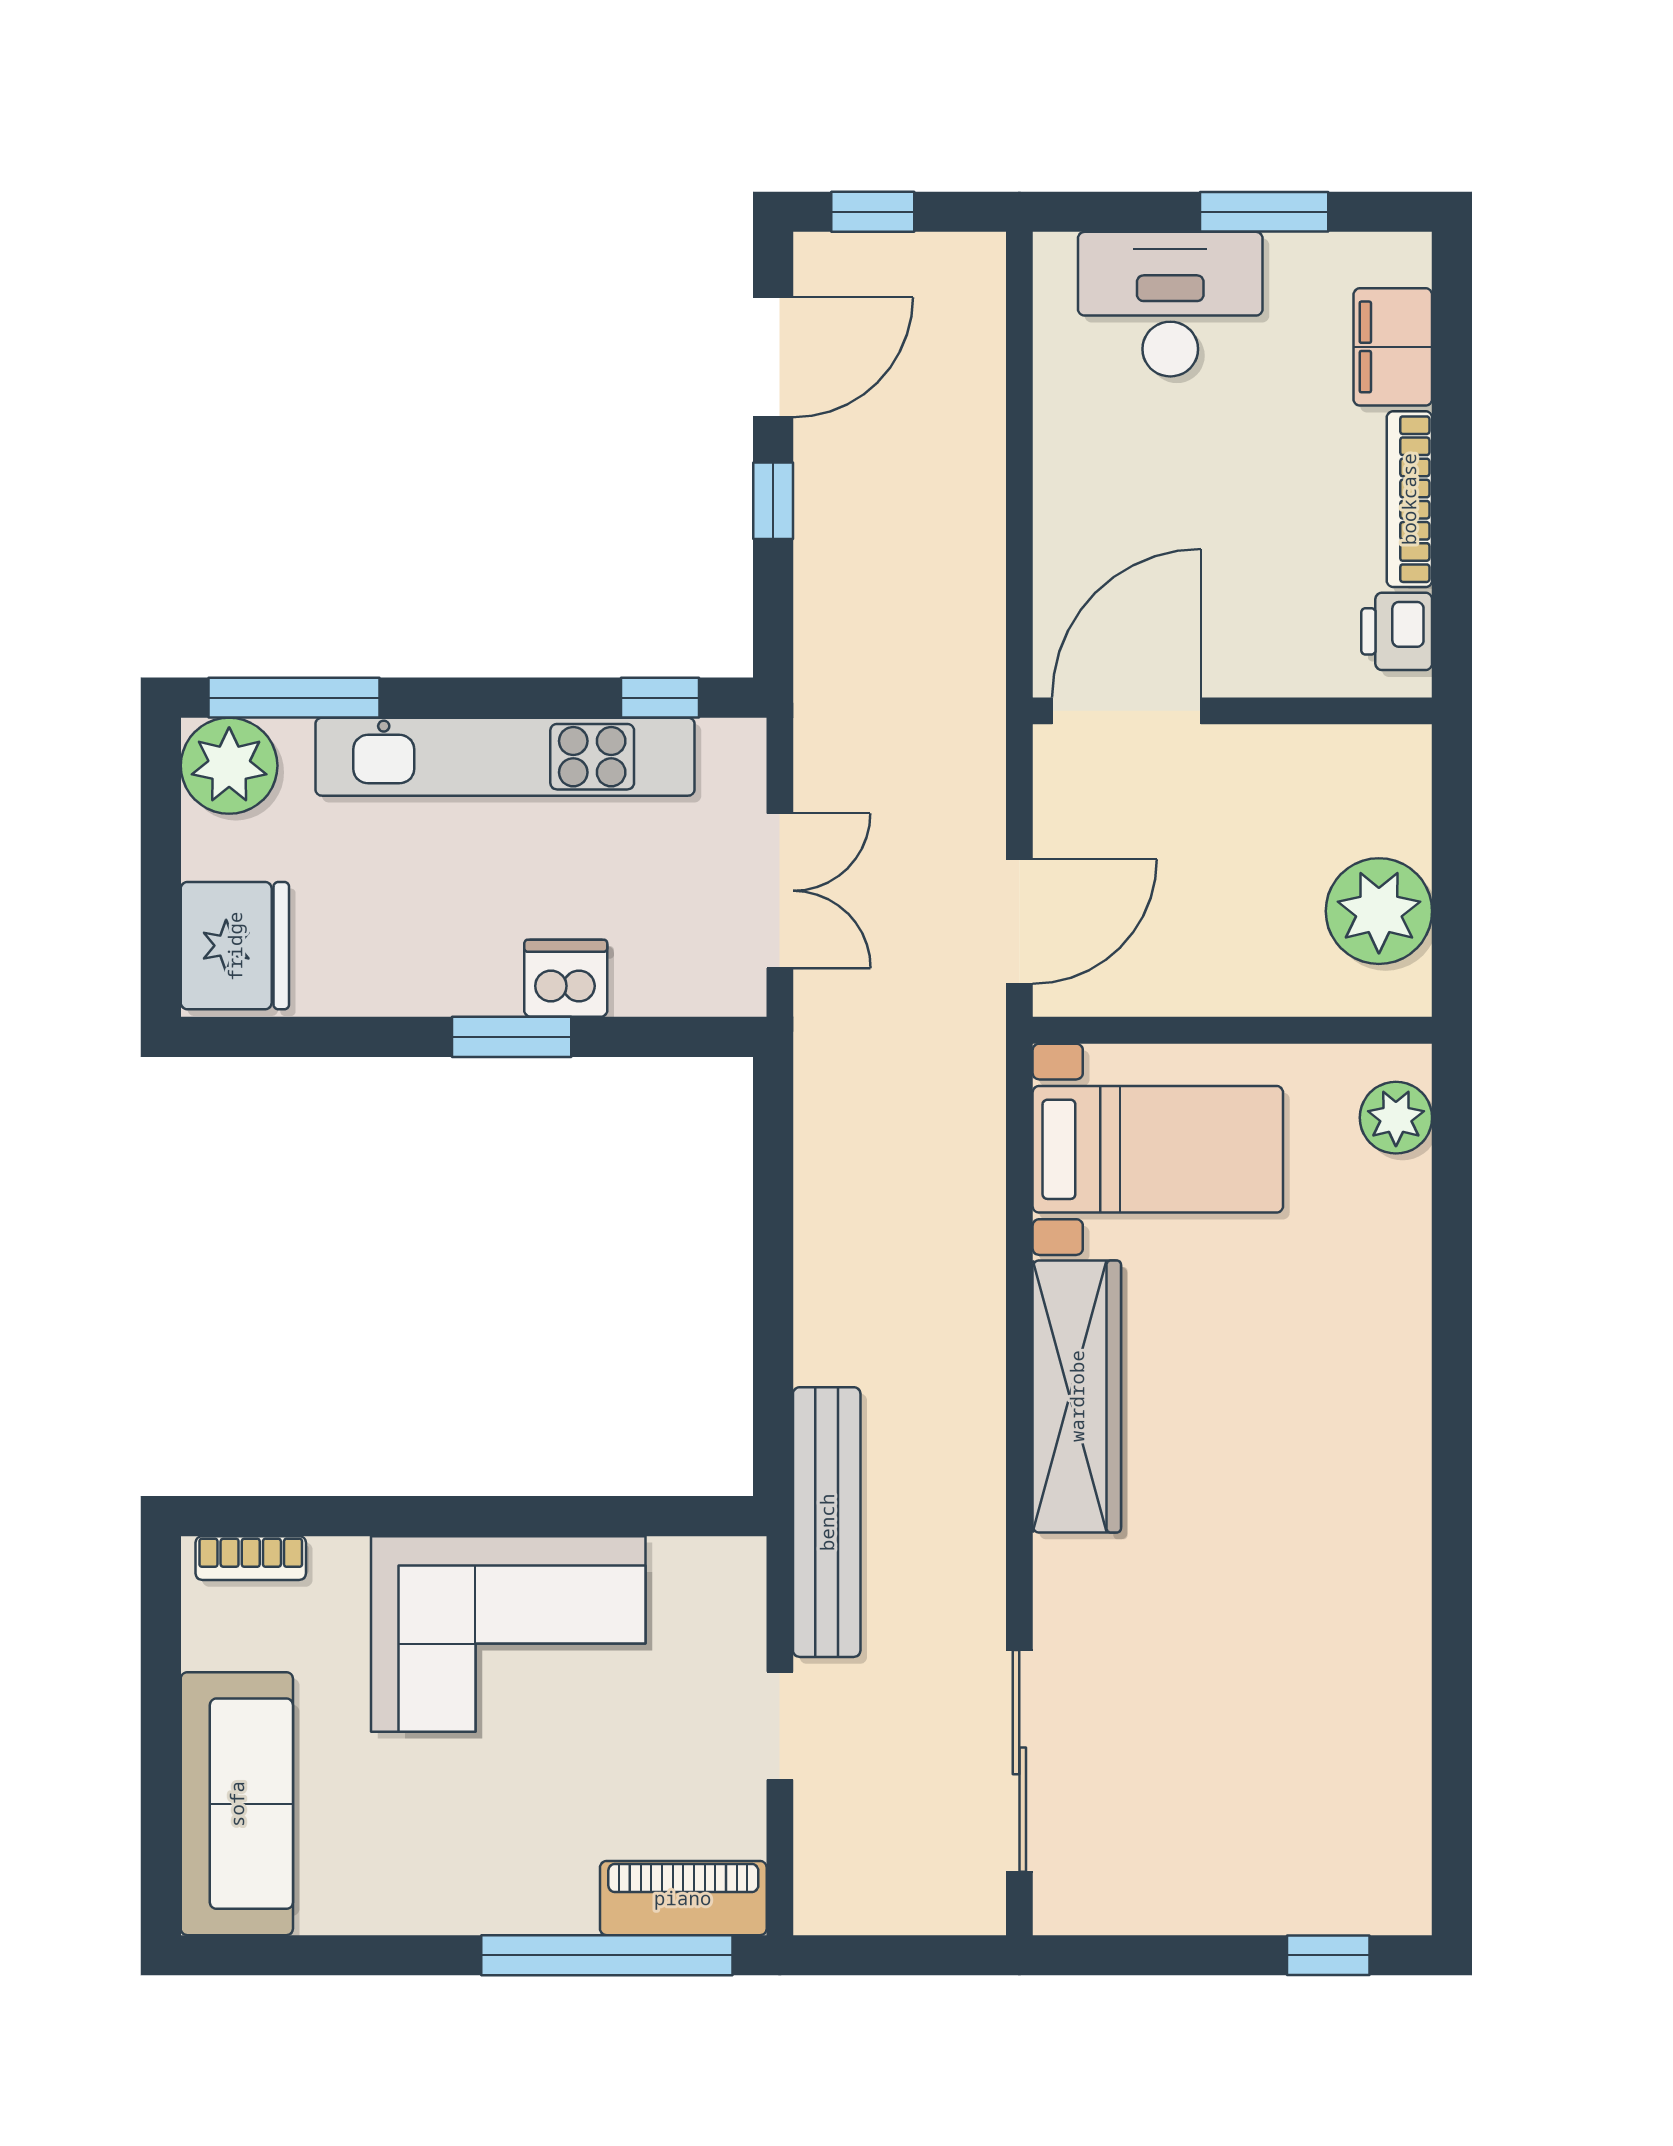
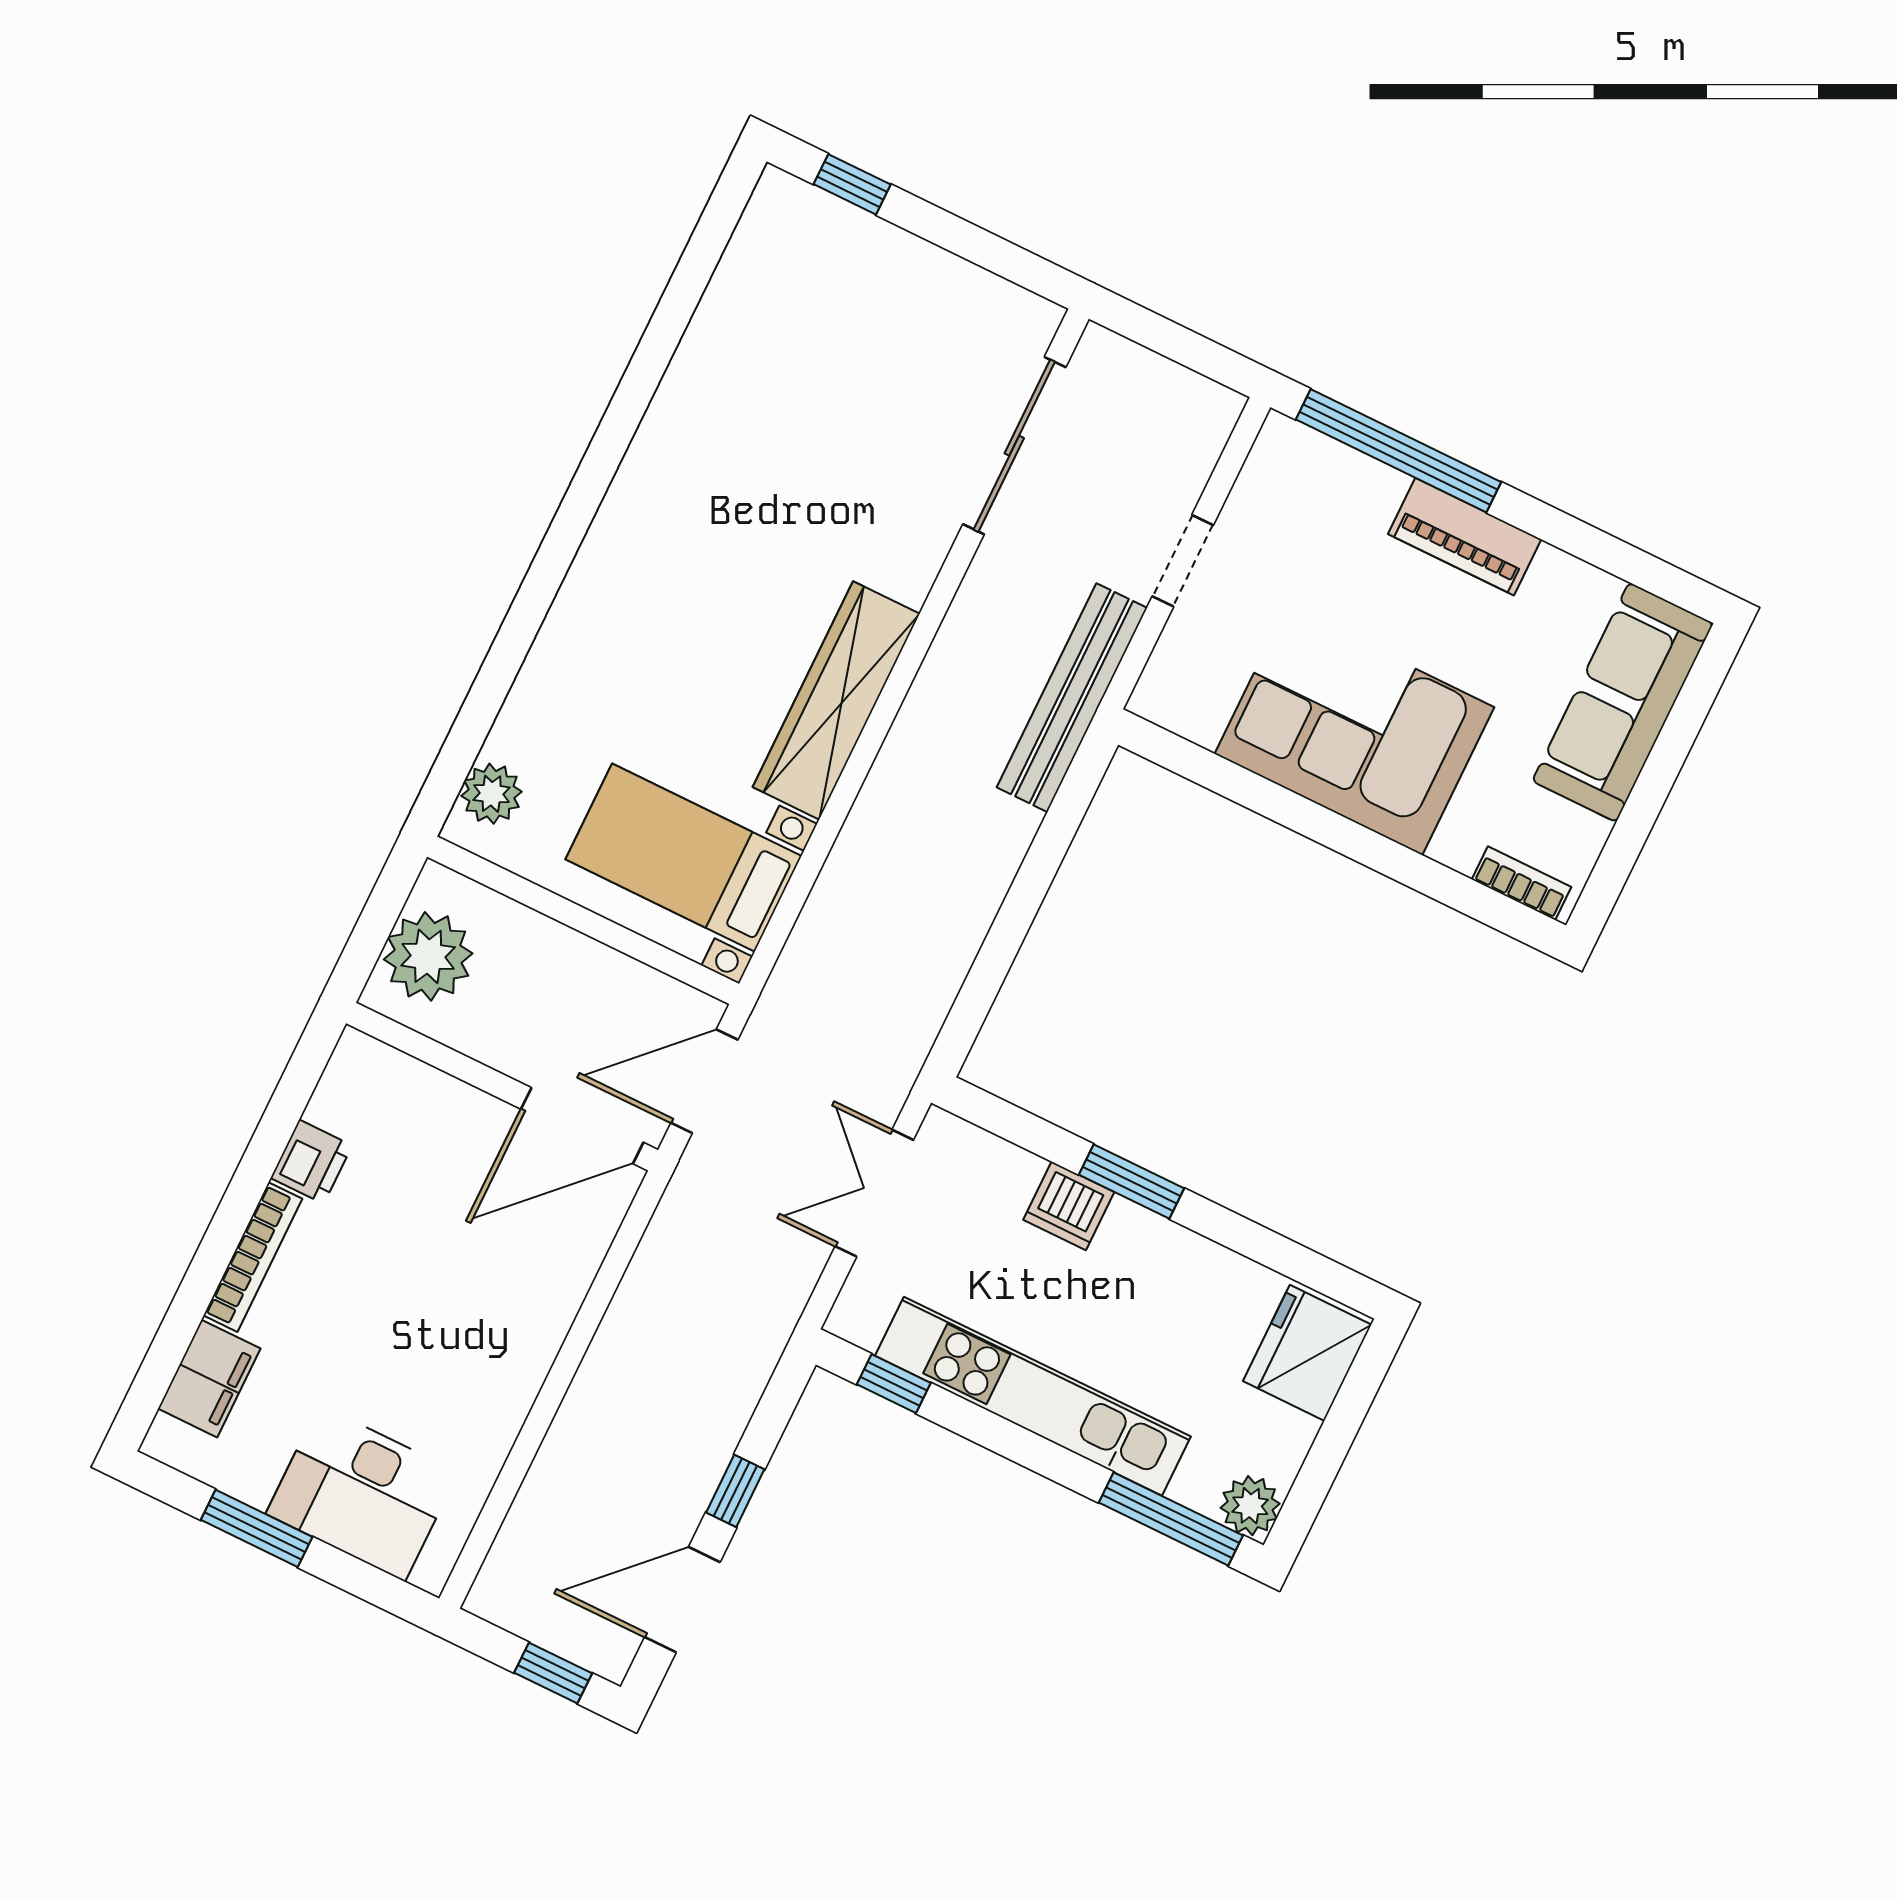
door: (1127, 711) -> (582, 1126), moved
wall: (1232, 711) -> (502, 1087), moved
plant: (229, 766) -> (1250, 1506), width x0.73, depth x0.73
piano: (683, 1898) -> (1465, 537), moved

